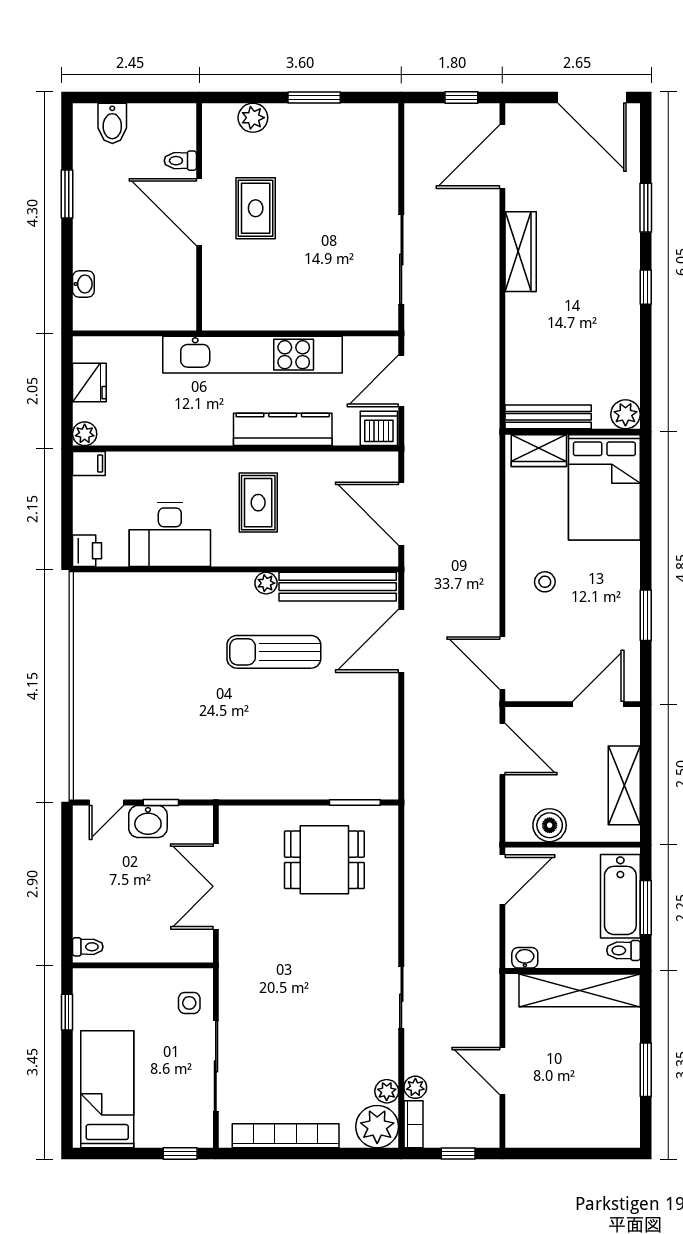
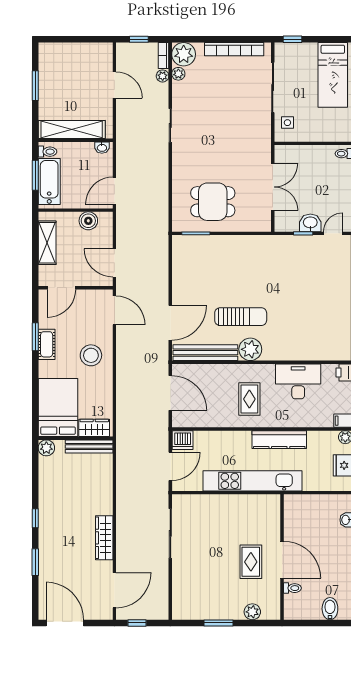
kitchen counter: (283, 429) -> (279, 440), moved
stool: (545, 582) -> (91, 355), width x1.89, depth x1.89
plant: (266, 583) -> (250, 349), width x1.87, depth x1.87
cot: (625, 602) -> (47, 344), added

